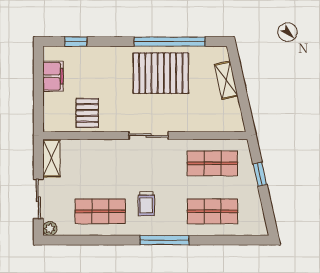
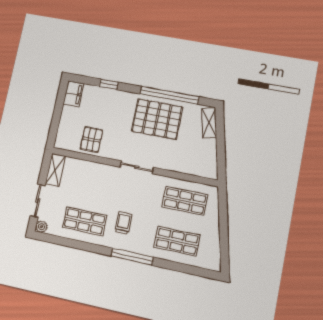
window: (76, 42) -> (109, 84), moved
filing cabinet: (53, 76) -> (73, 94), moved
shelving: (226, 80) -> (209, 123), moved
window: (260, 174) -> (223, 218), removed
trolley: (146, 204) -> (123, 223), turned 180

